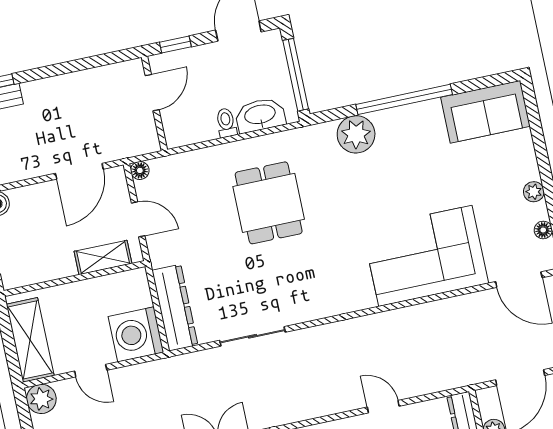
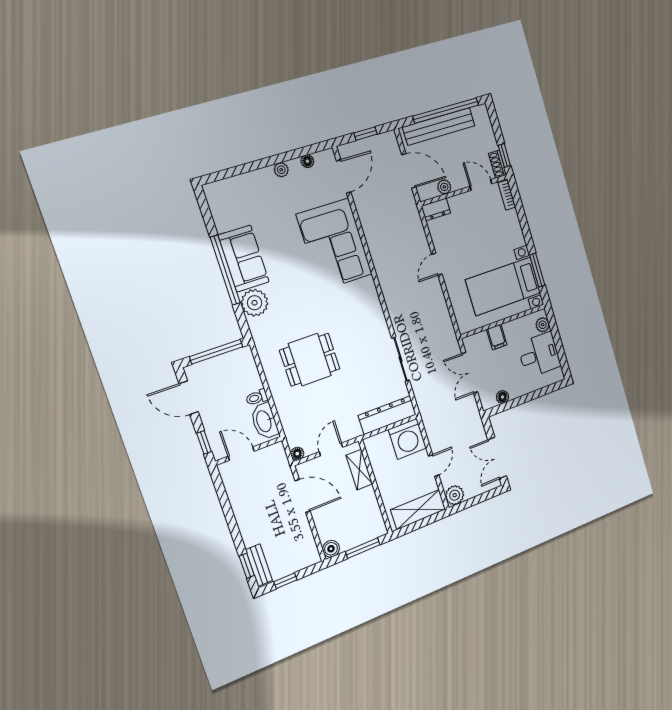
sofa: (485, 112) -> (244, 259), moved
washbasin: (260, 115) -> (264, 421), moved

